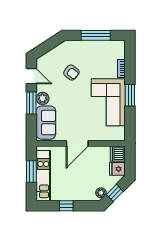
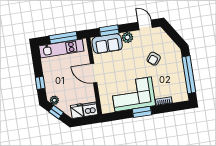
window: (96, 35) -> (189, 75), width x1.46
door: (31, 76) -> (145, 25), swing flipped
window: (31, 103) -> (109, 30), moved
window: (31, 171) -> (63, 38), width x1.44
window: (66, 206) -> (40, 83), moved

